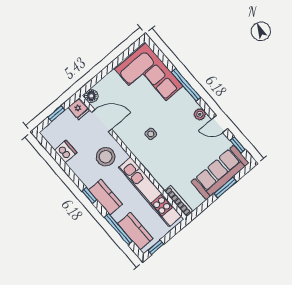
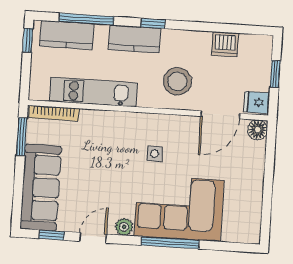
corner sofa: (149, 78) -> (179, 208), moved
window: (225, 188) -> (22, 137), moved
kitchen unit: (150, 192) -> (93, 92), width x0.73

